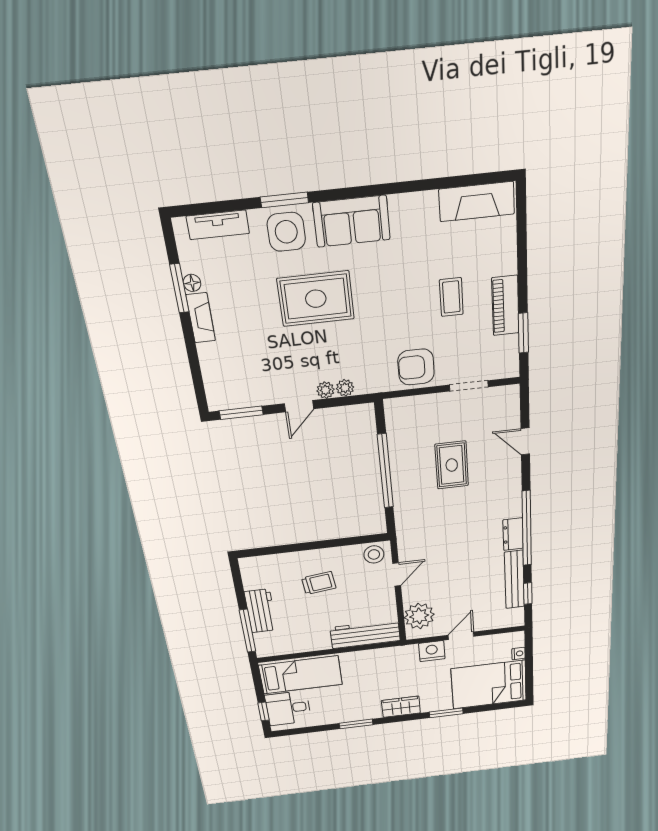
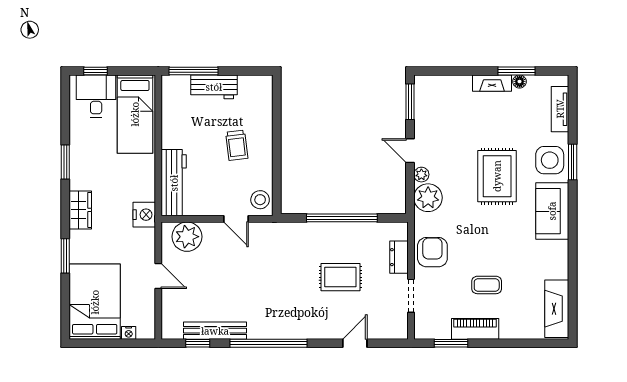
plant: (345, 388) -> (428, 198), width x1.88, depth x1.88
dresser: (513, 534) -> (399, 257), moved, turned -90
nightstand: (432, 651) -> (144, 215), moved

